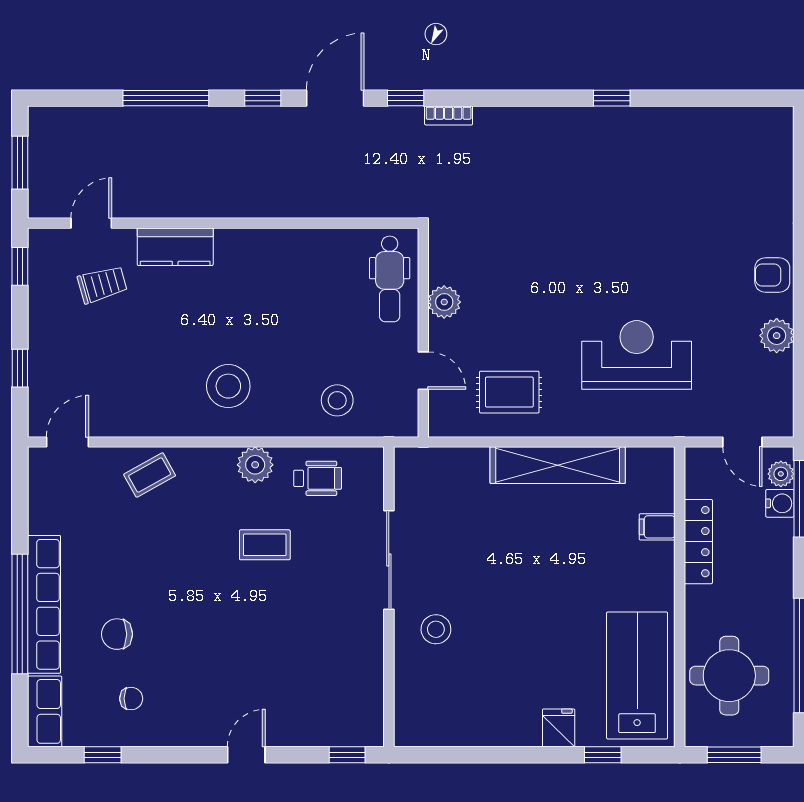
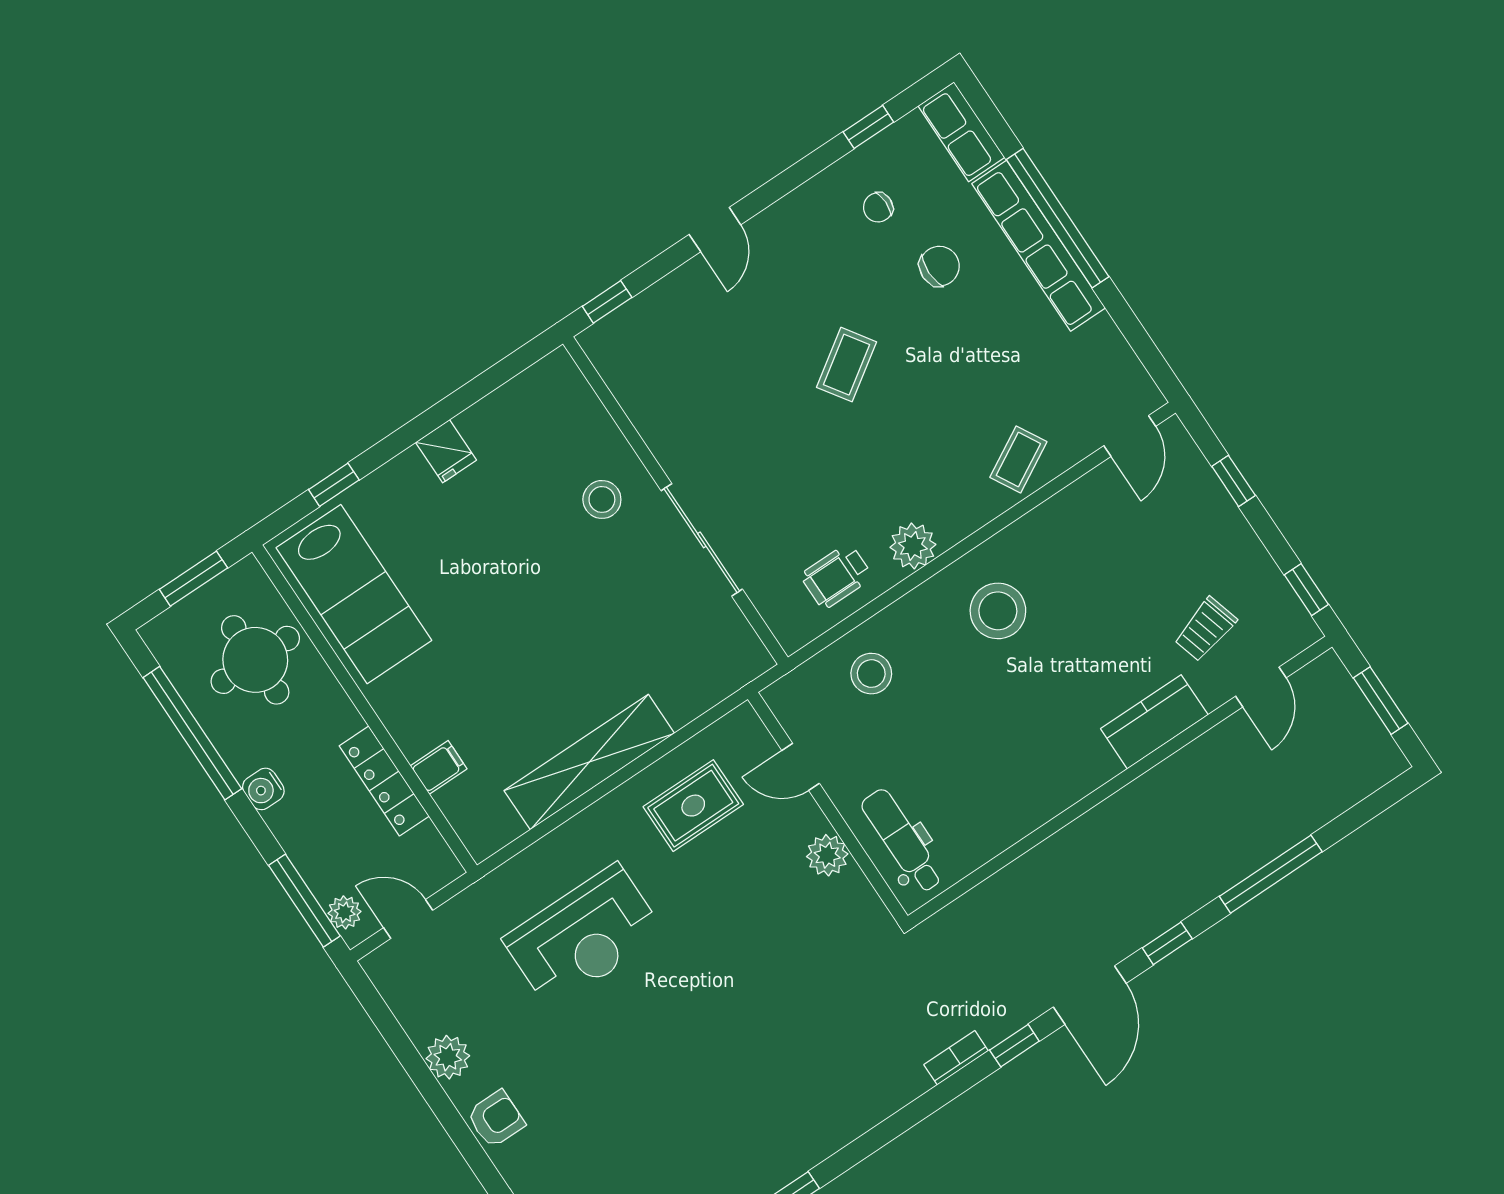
water cooler: (780, 503) -> (263, 789), moved
coffee table: (265, 545) -> (846, 365), moved, turned -34
fridge: (559, 728) -> (446, 451), moved

